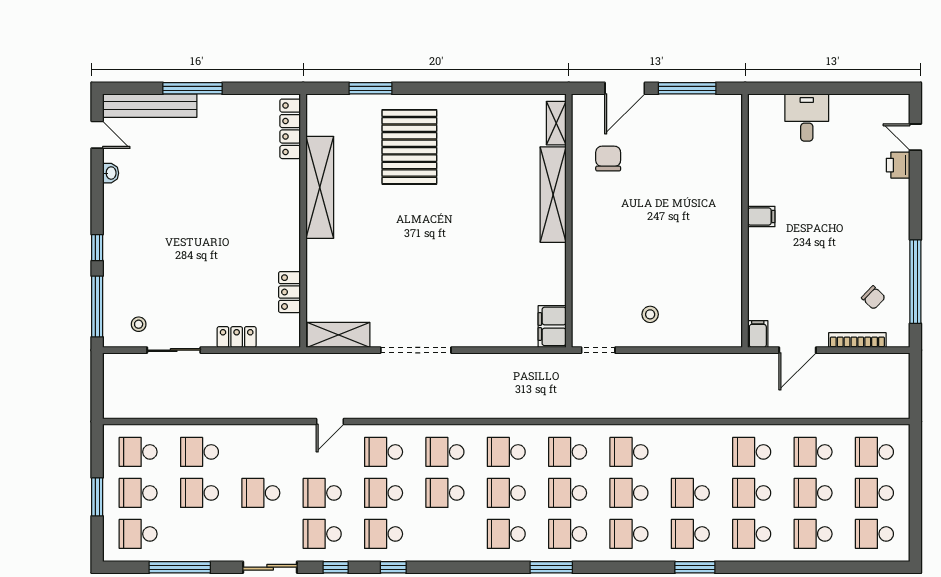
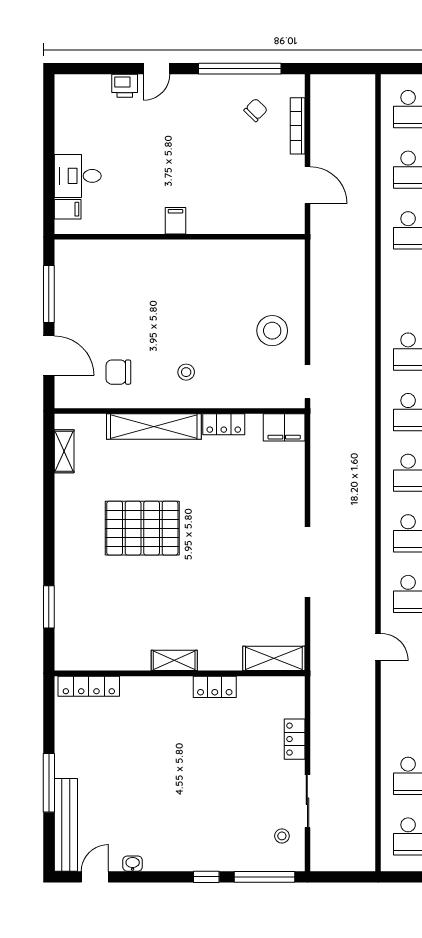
shelving: (556, 123) -> (64, 451), moved, turned 90
door: (915, 137) -> (157, 69), moved
pallet: (409, 147) -> (142, 528), moved
shelving: (320, 187) -> (174, 660), width x0.45, depth x0.75
stool: (608, 227) -> (186, 372), added
locker: (555, 265) -> (224, 424), added
locker: (290, 292) -> (215, 687), moved
stool: (650, 314) -> (272, 331), width x1.89, depth x1.89
filing cabinet: (758, 334) -> (68, 209), moved, turned 180
shelving: (339, 335) -> (274, 658), moved, turned 90

